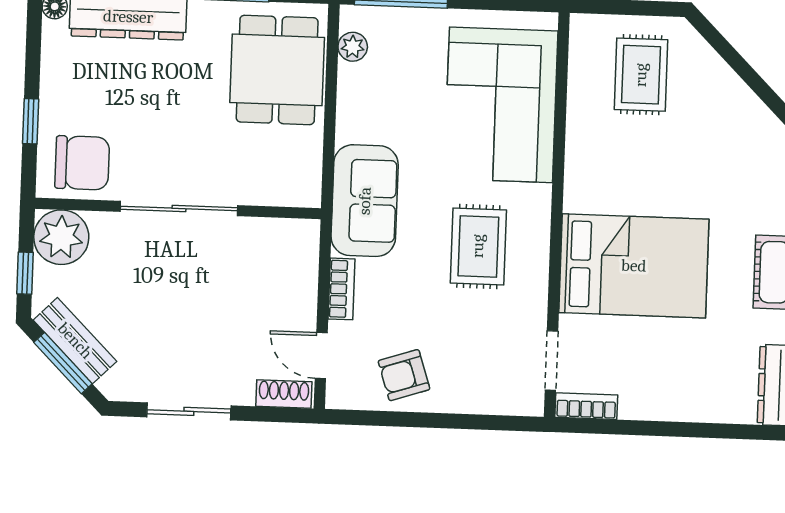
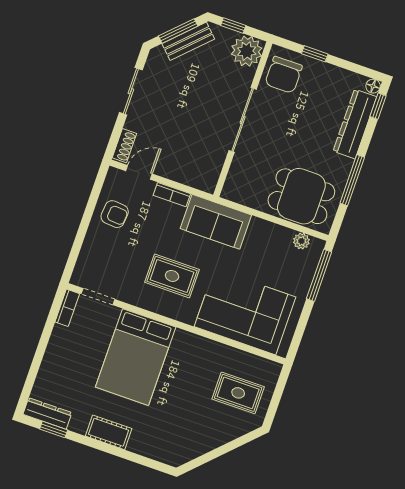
armchair: (404, 375) -> (115, 214), turned 113

